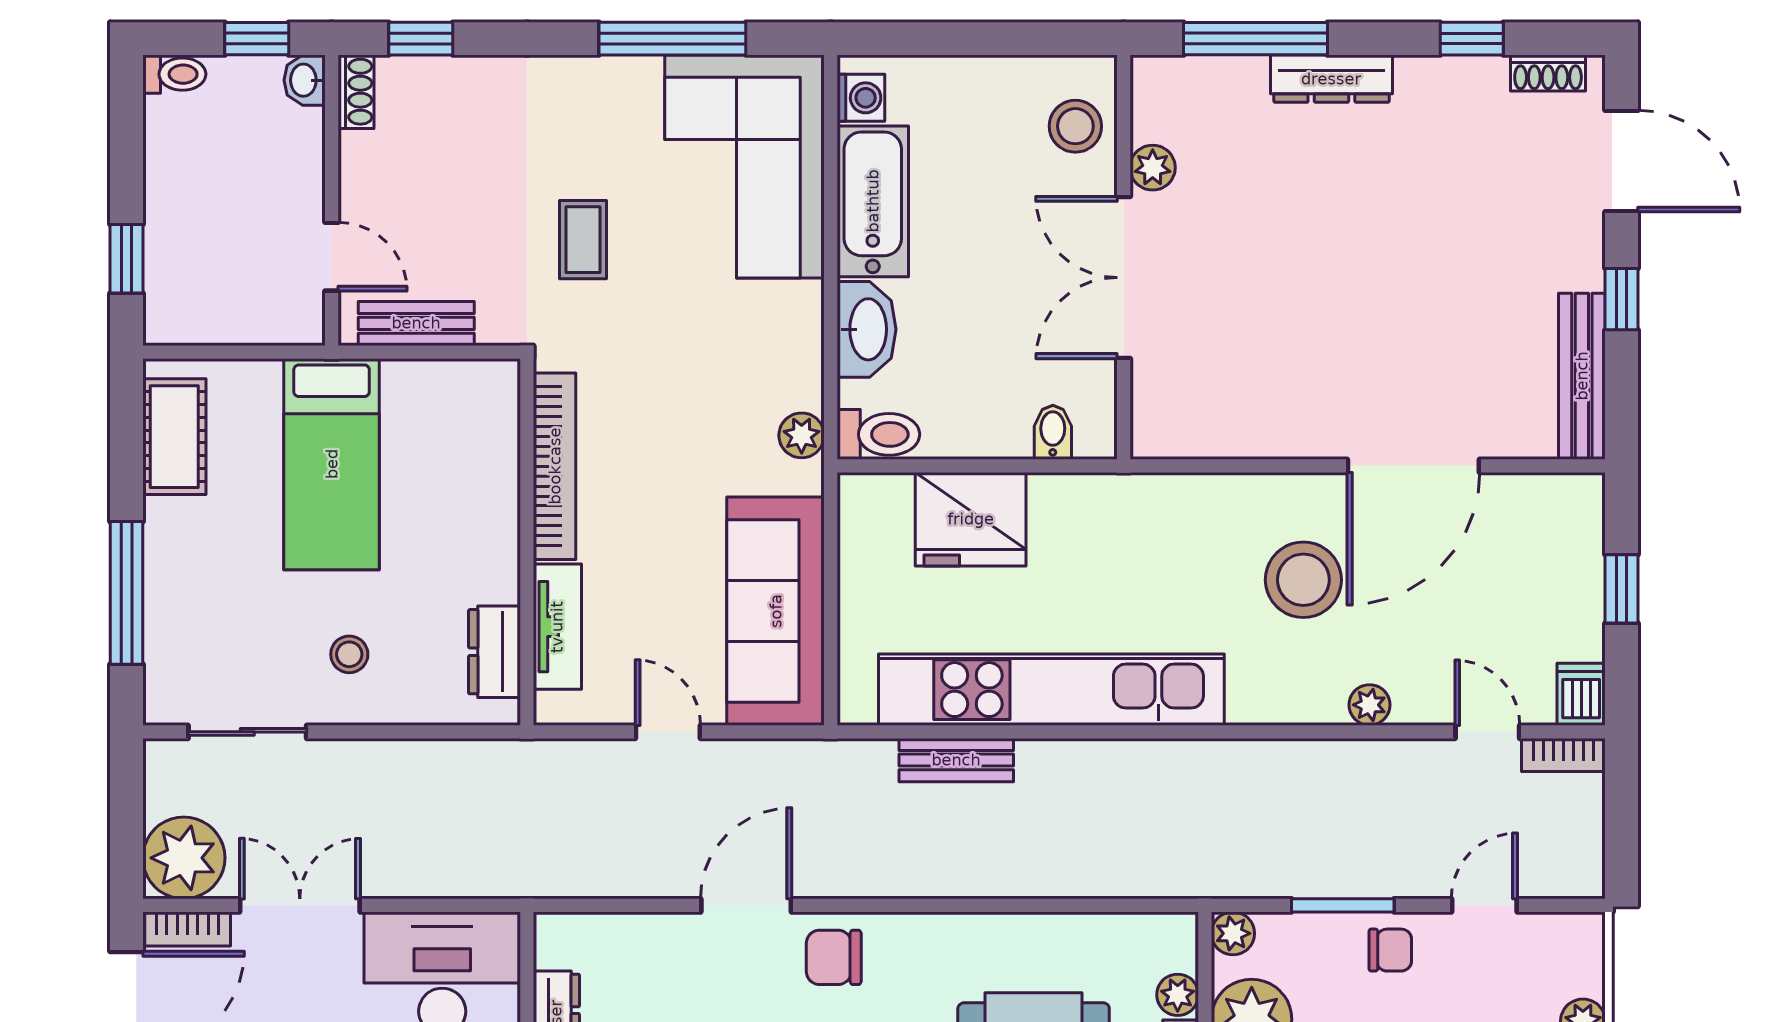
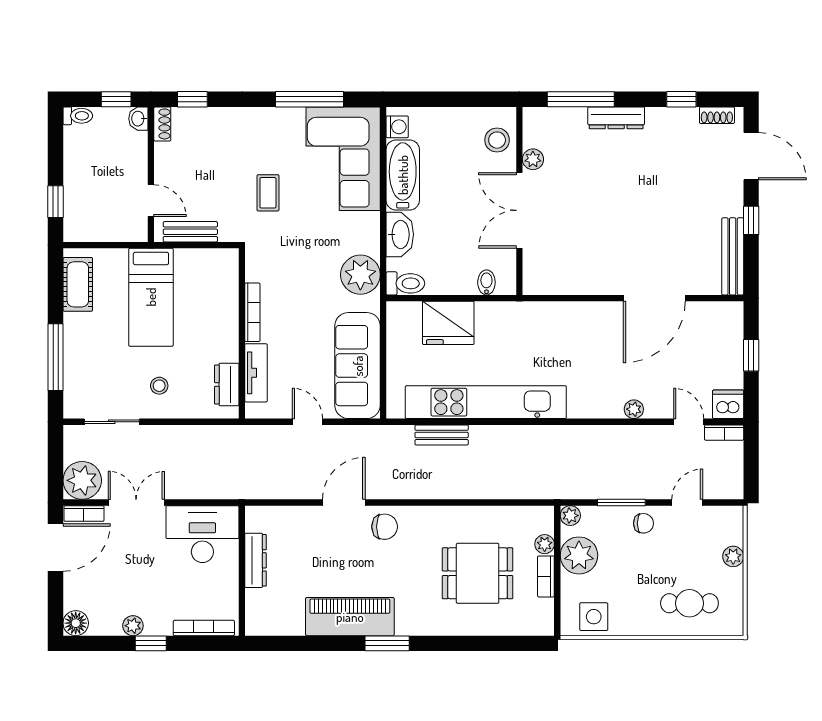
plant: (802, 435) -> (360, 275), width x1.88, depth x1.88
bookcase: (555, 466) -> (252, 312), width x0.68, depth x0.76
stool: (1303, 580) -> (603, 351), removed
dishwasher: (1581, 694) -> (728, 404), width x1.38
chair: (834, 957) -> (385, 527), turned 180

